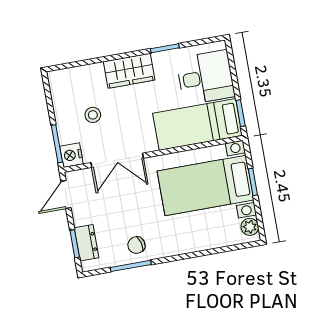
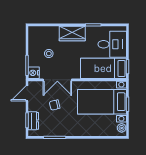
chair: (136, 245) -> (55, 105), moved

